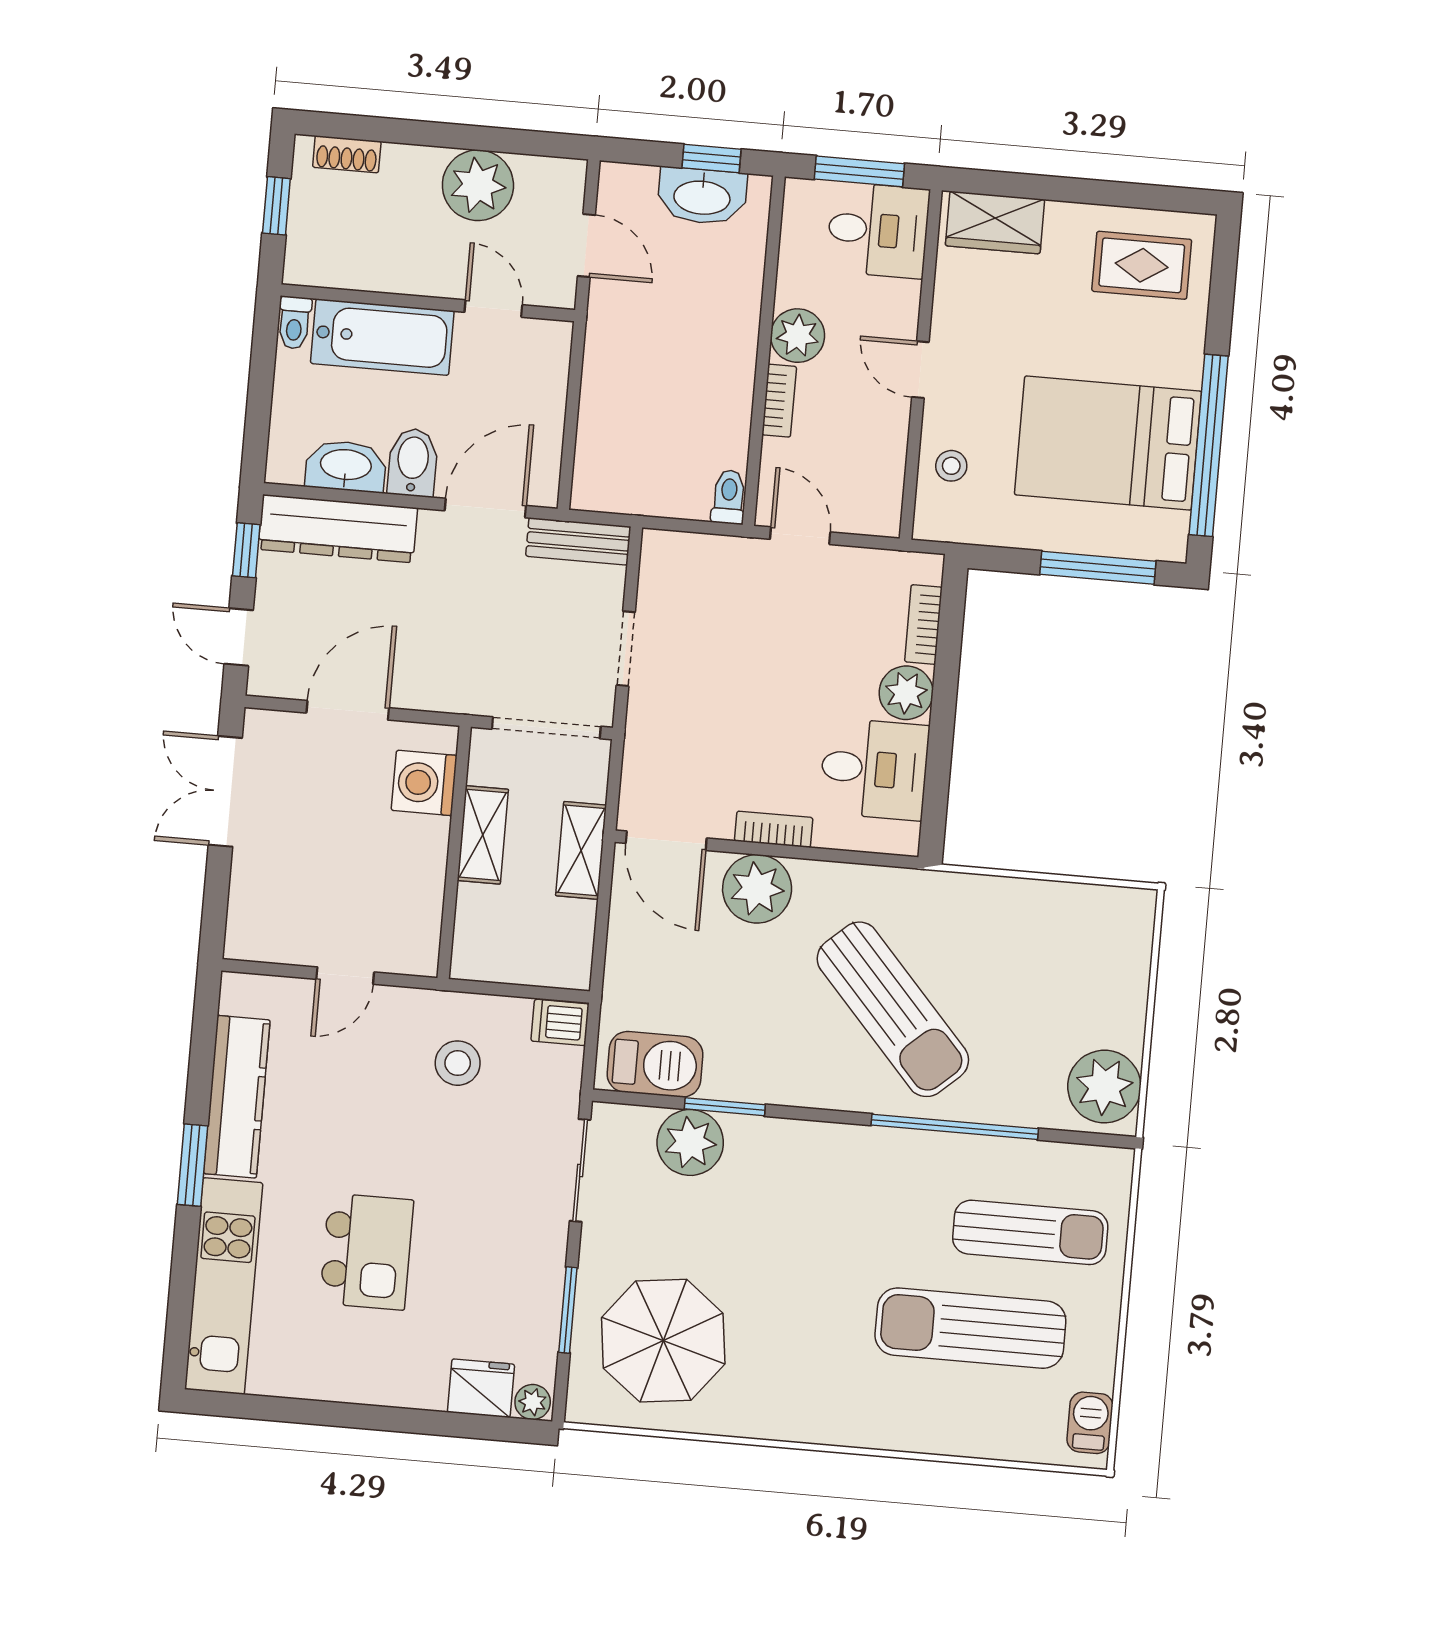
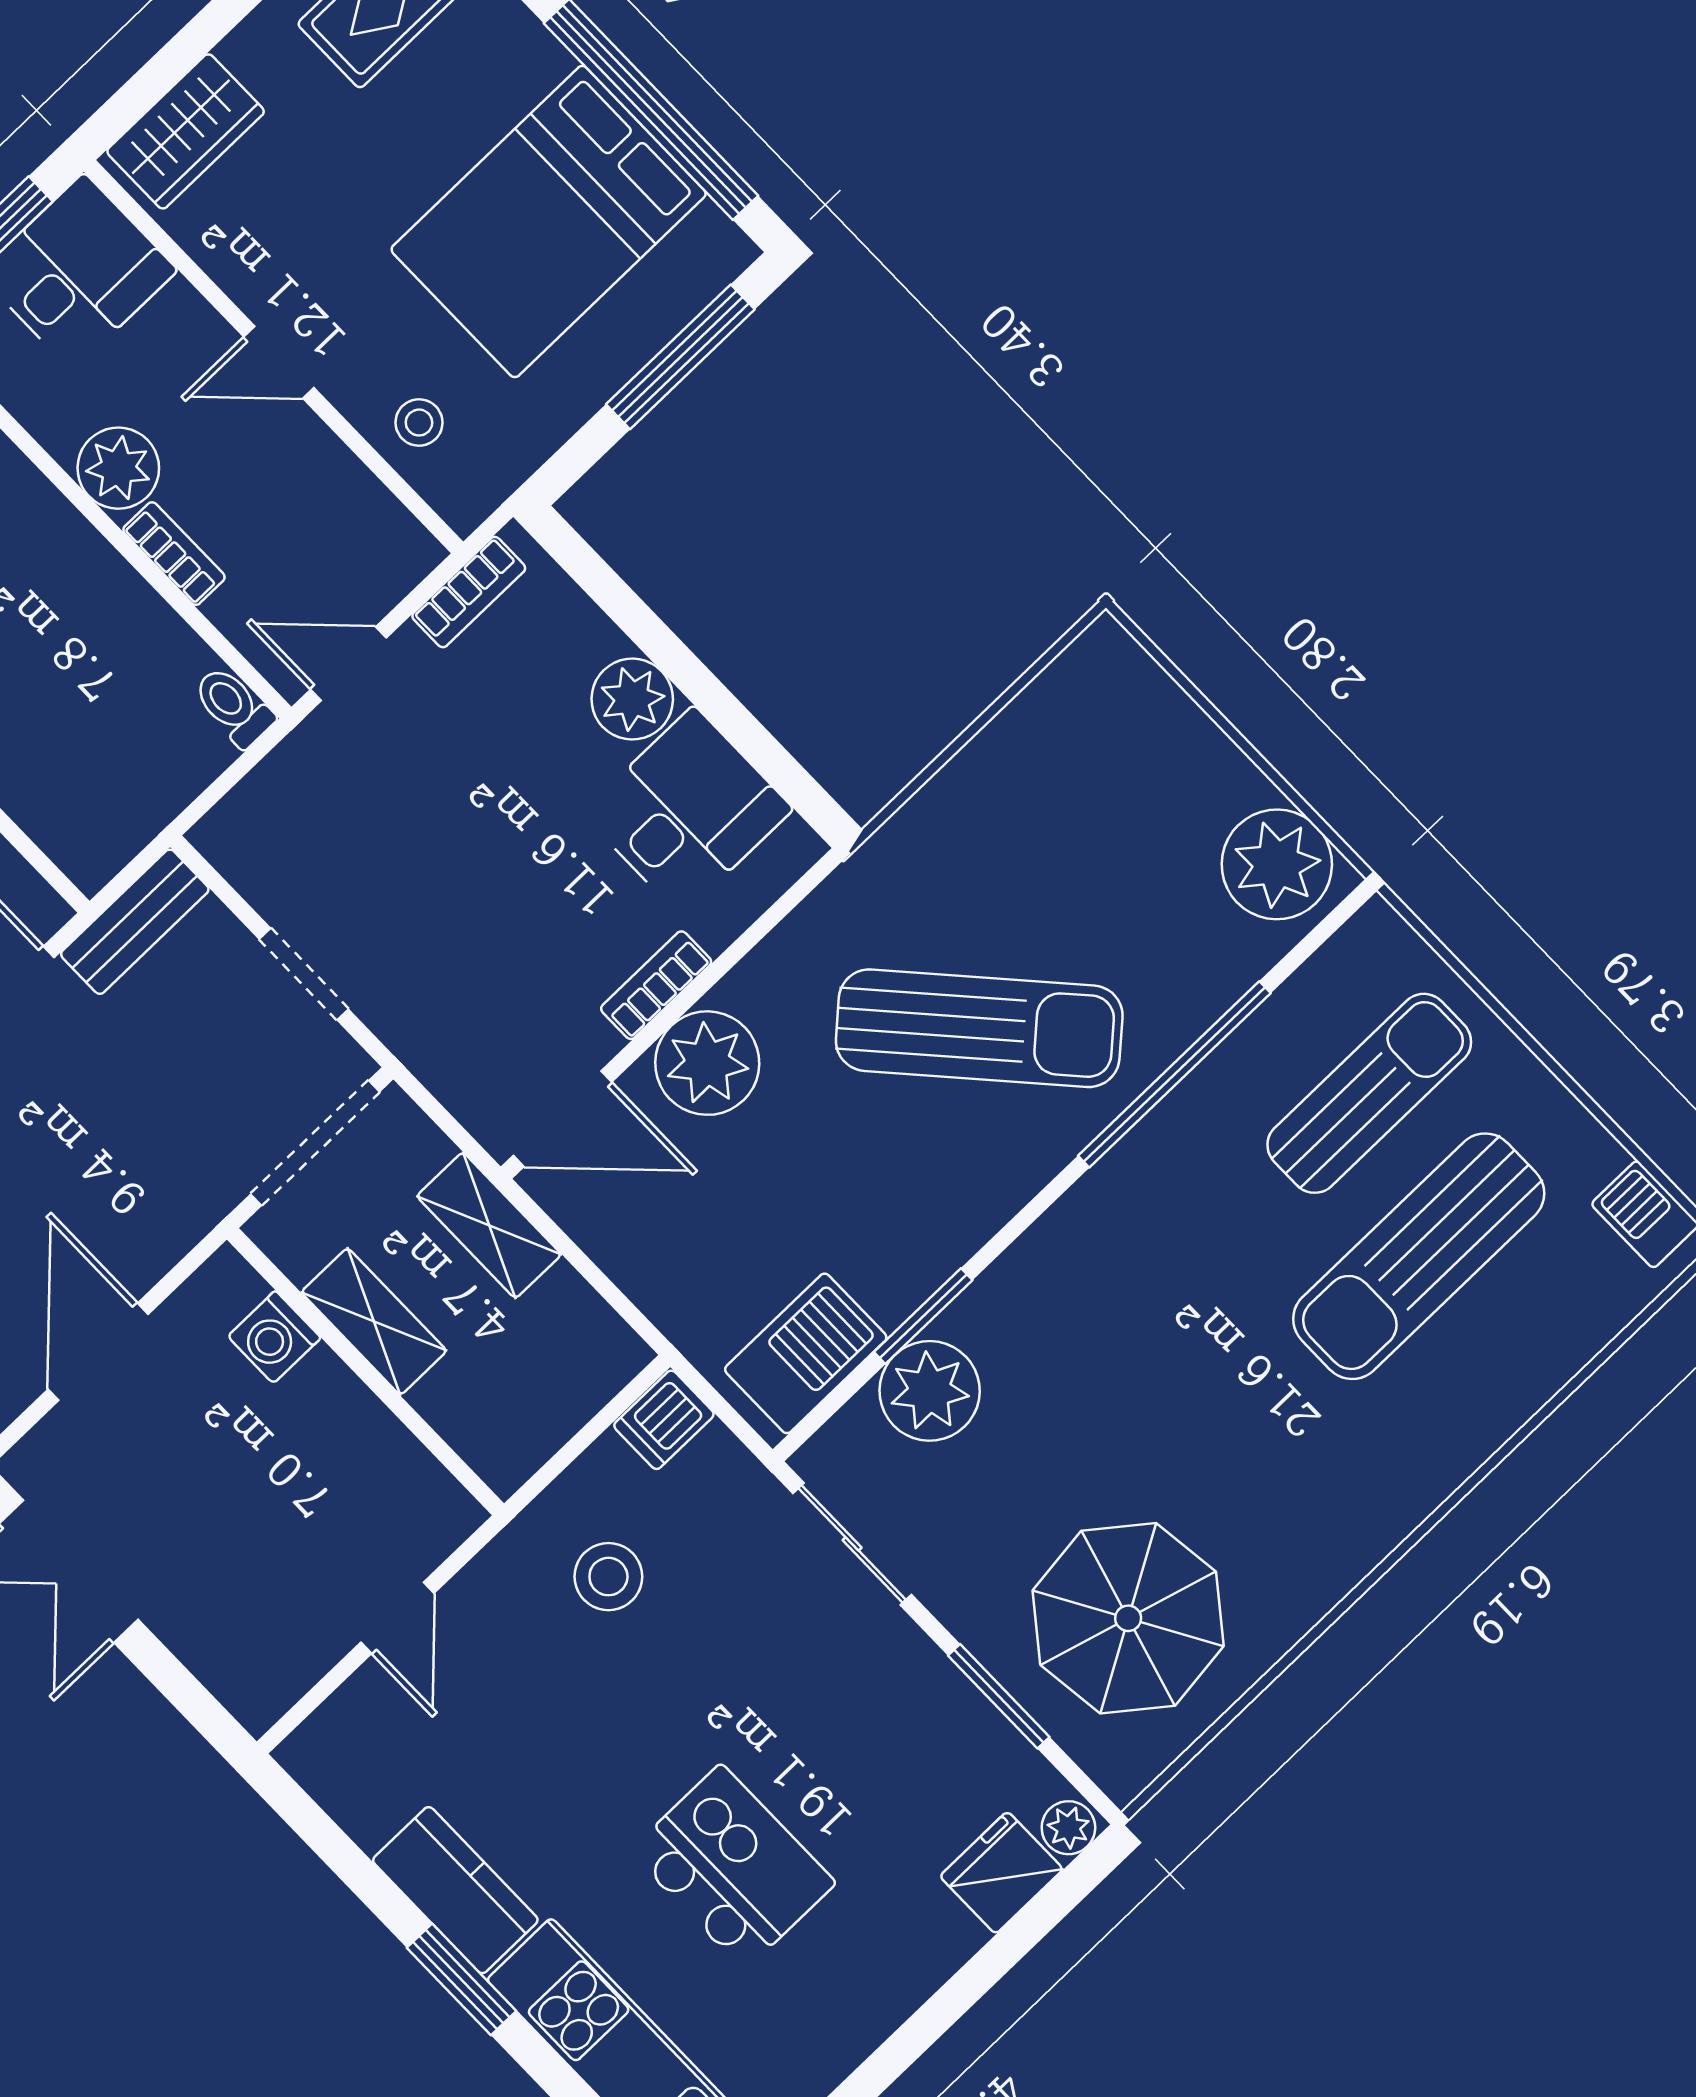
bookcase: (923, 624) -> (469, 592), moved, turned -90
washing machine: (424, 783) -> (274, 1337), width x0.73, depth x0.73
kitchen counter: (237, 1097) -> (455, 1890), width x0.67

